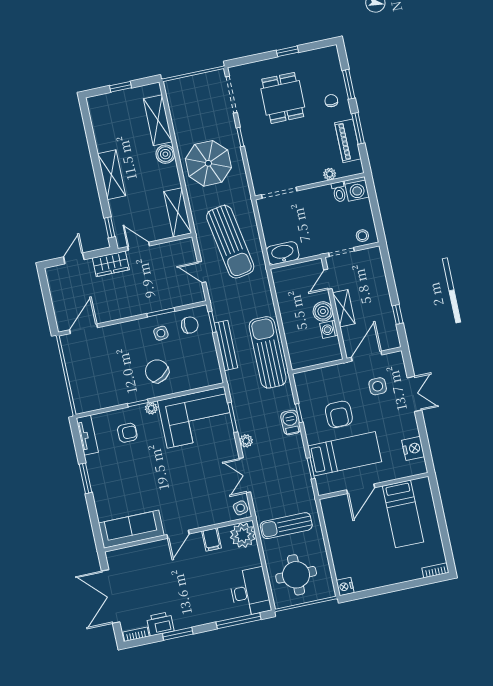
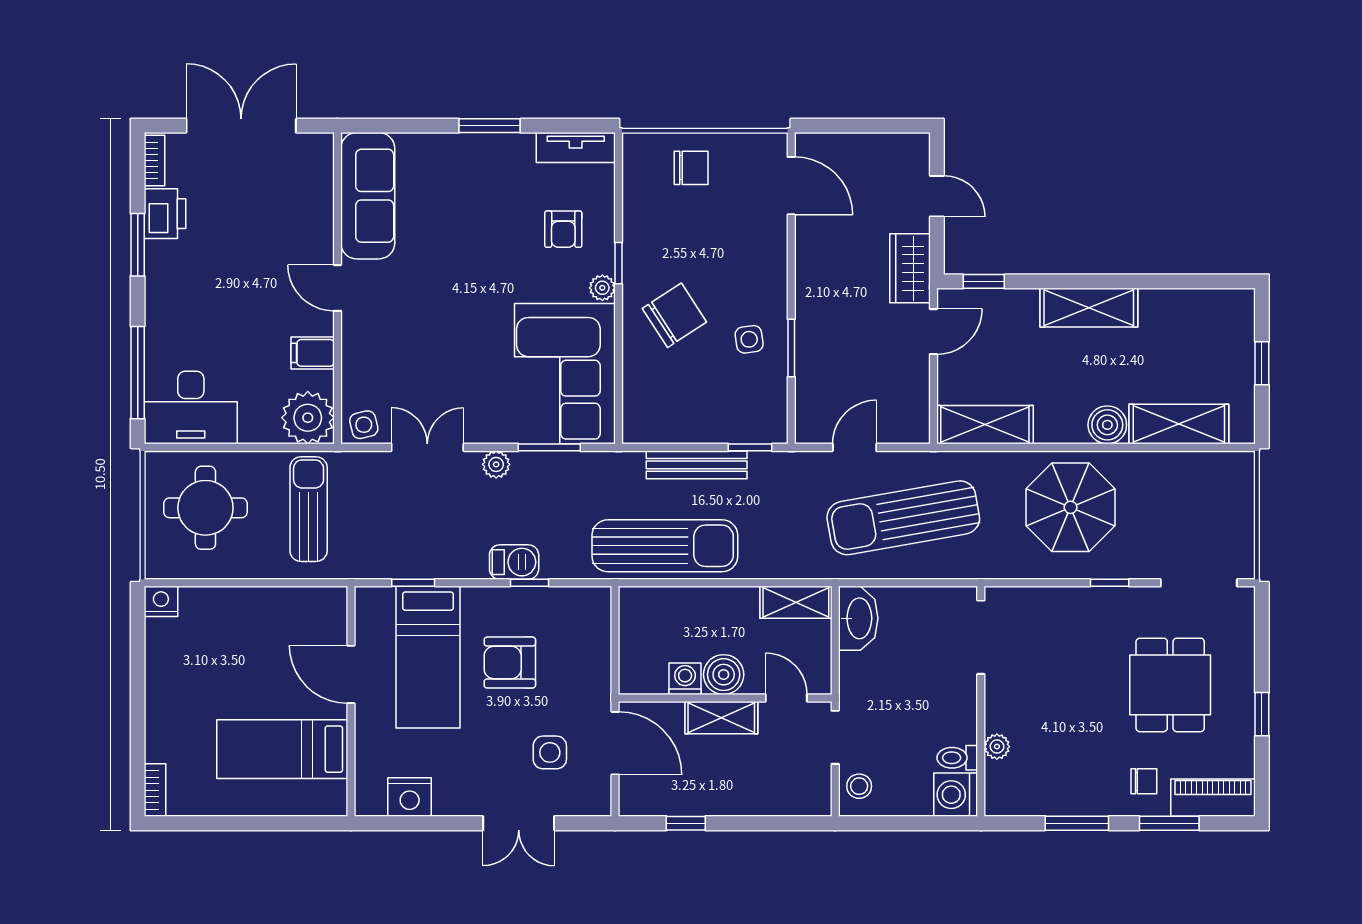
dining table: (283, 98) -> (1170, 685), turned 90
piano: (348, 141) -> (1213, 798), moved
shelving: (281, 284) -> (796, 602), added
chair: (190, 325) -> (691, 168), moved, turned -90

